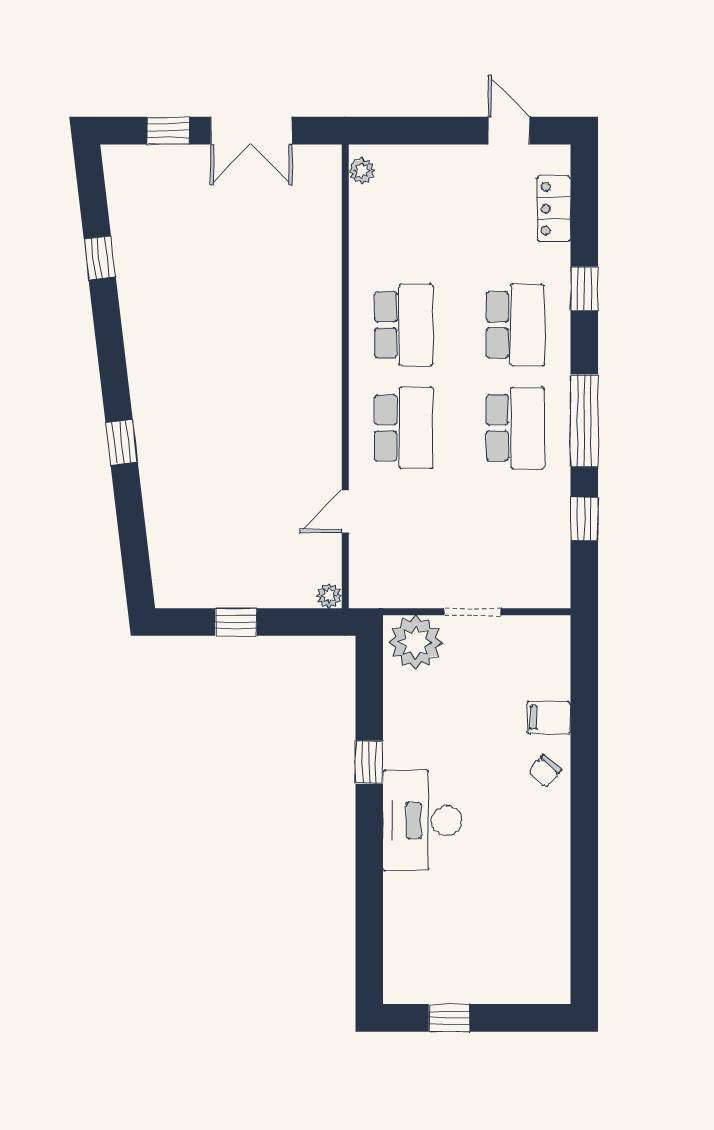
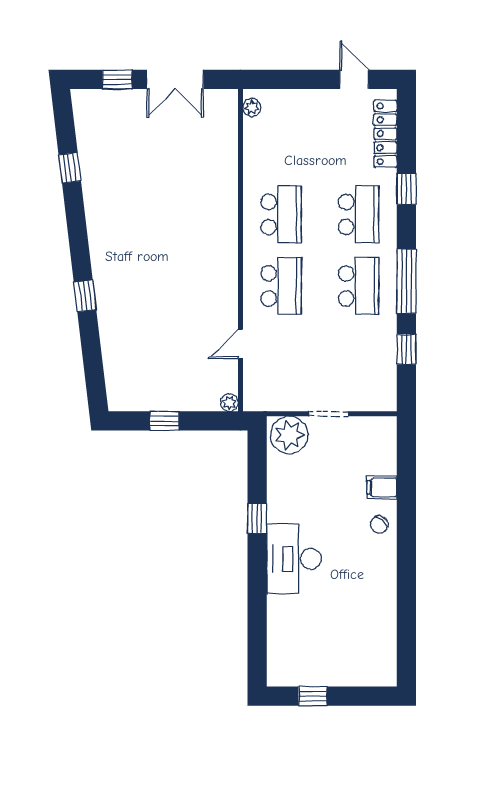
locker: (554, 209) -> (385, 134), width x1.53

